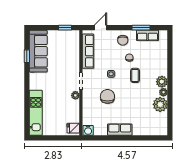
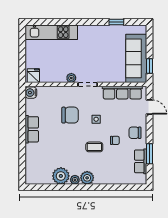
sofa: (38, 51) -> (136, 58), moved, turned 90

